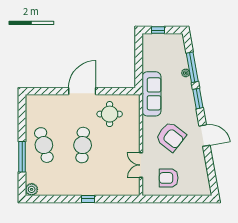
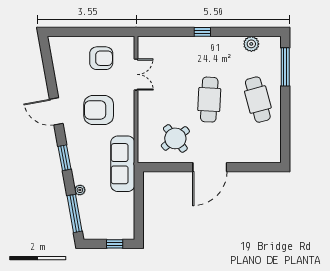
window: (192, 67) -> (74, 213), moved
round table: (110, 114) -> (175, 138), turned -38
armchair: (171, 137) -> (99, 110), turned -38
window: (22, 157) -> (285, 67), moved
plant: (32, 189) -> (251, 44), moved

